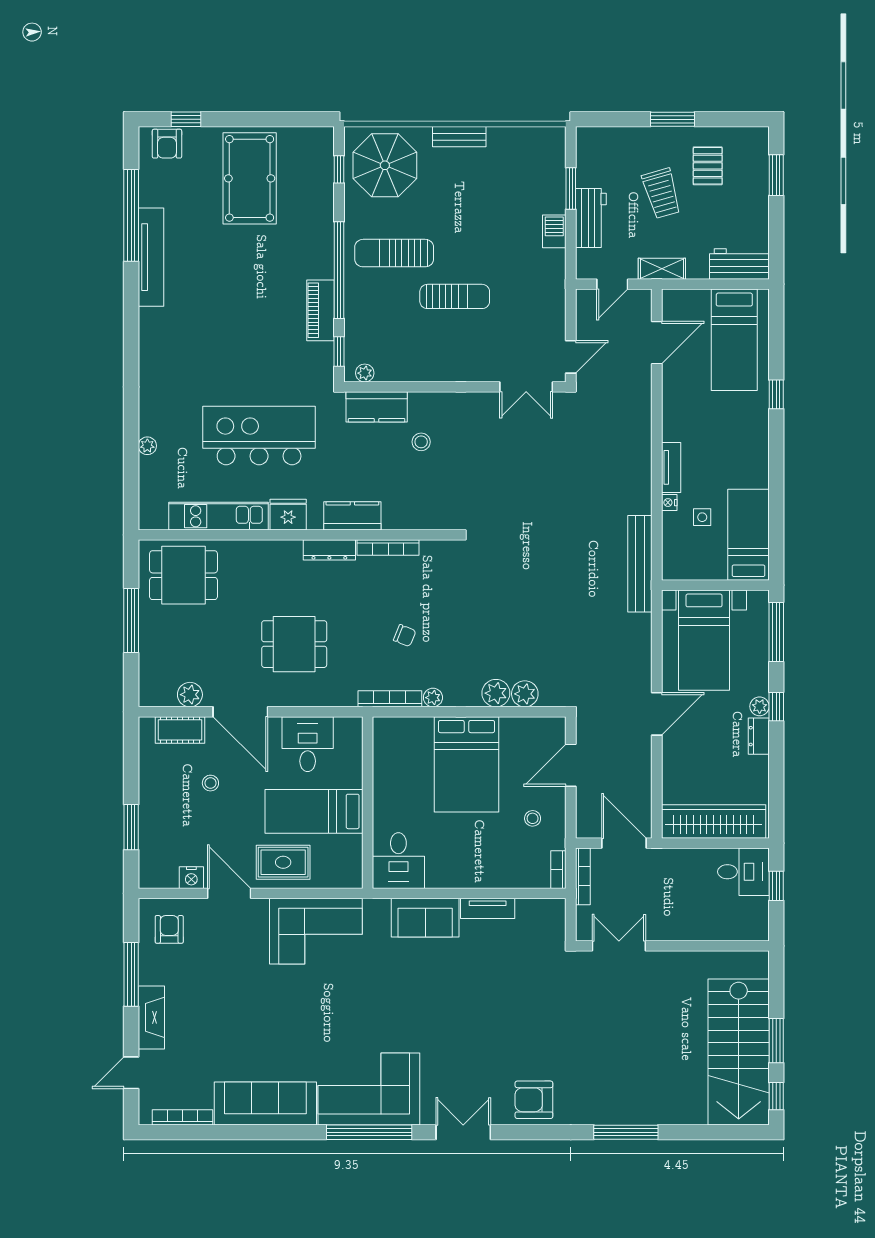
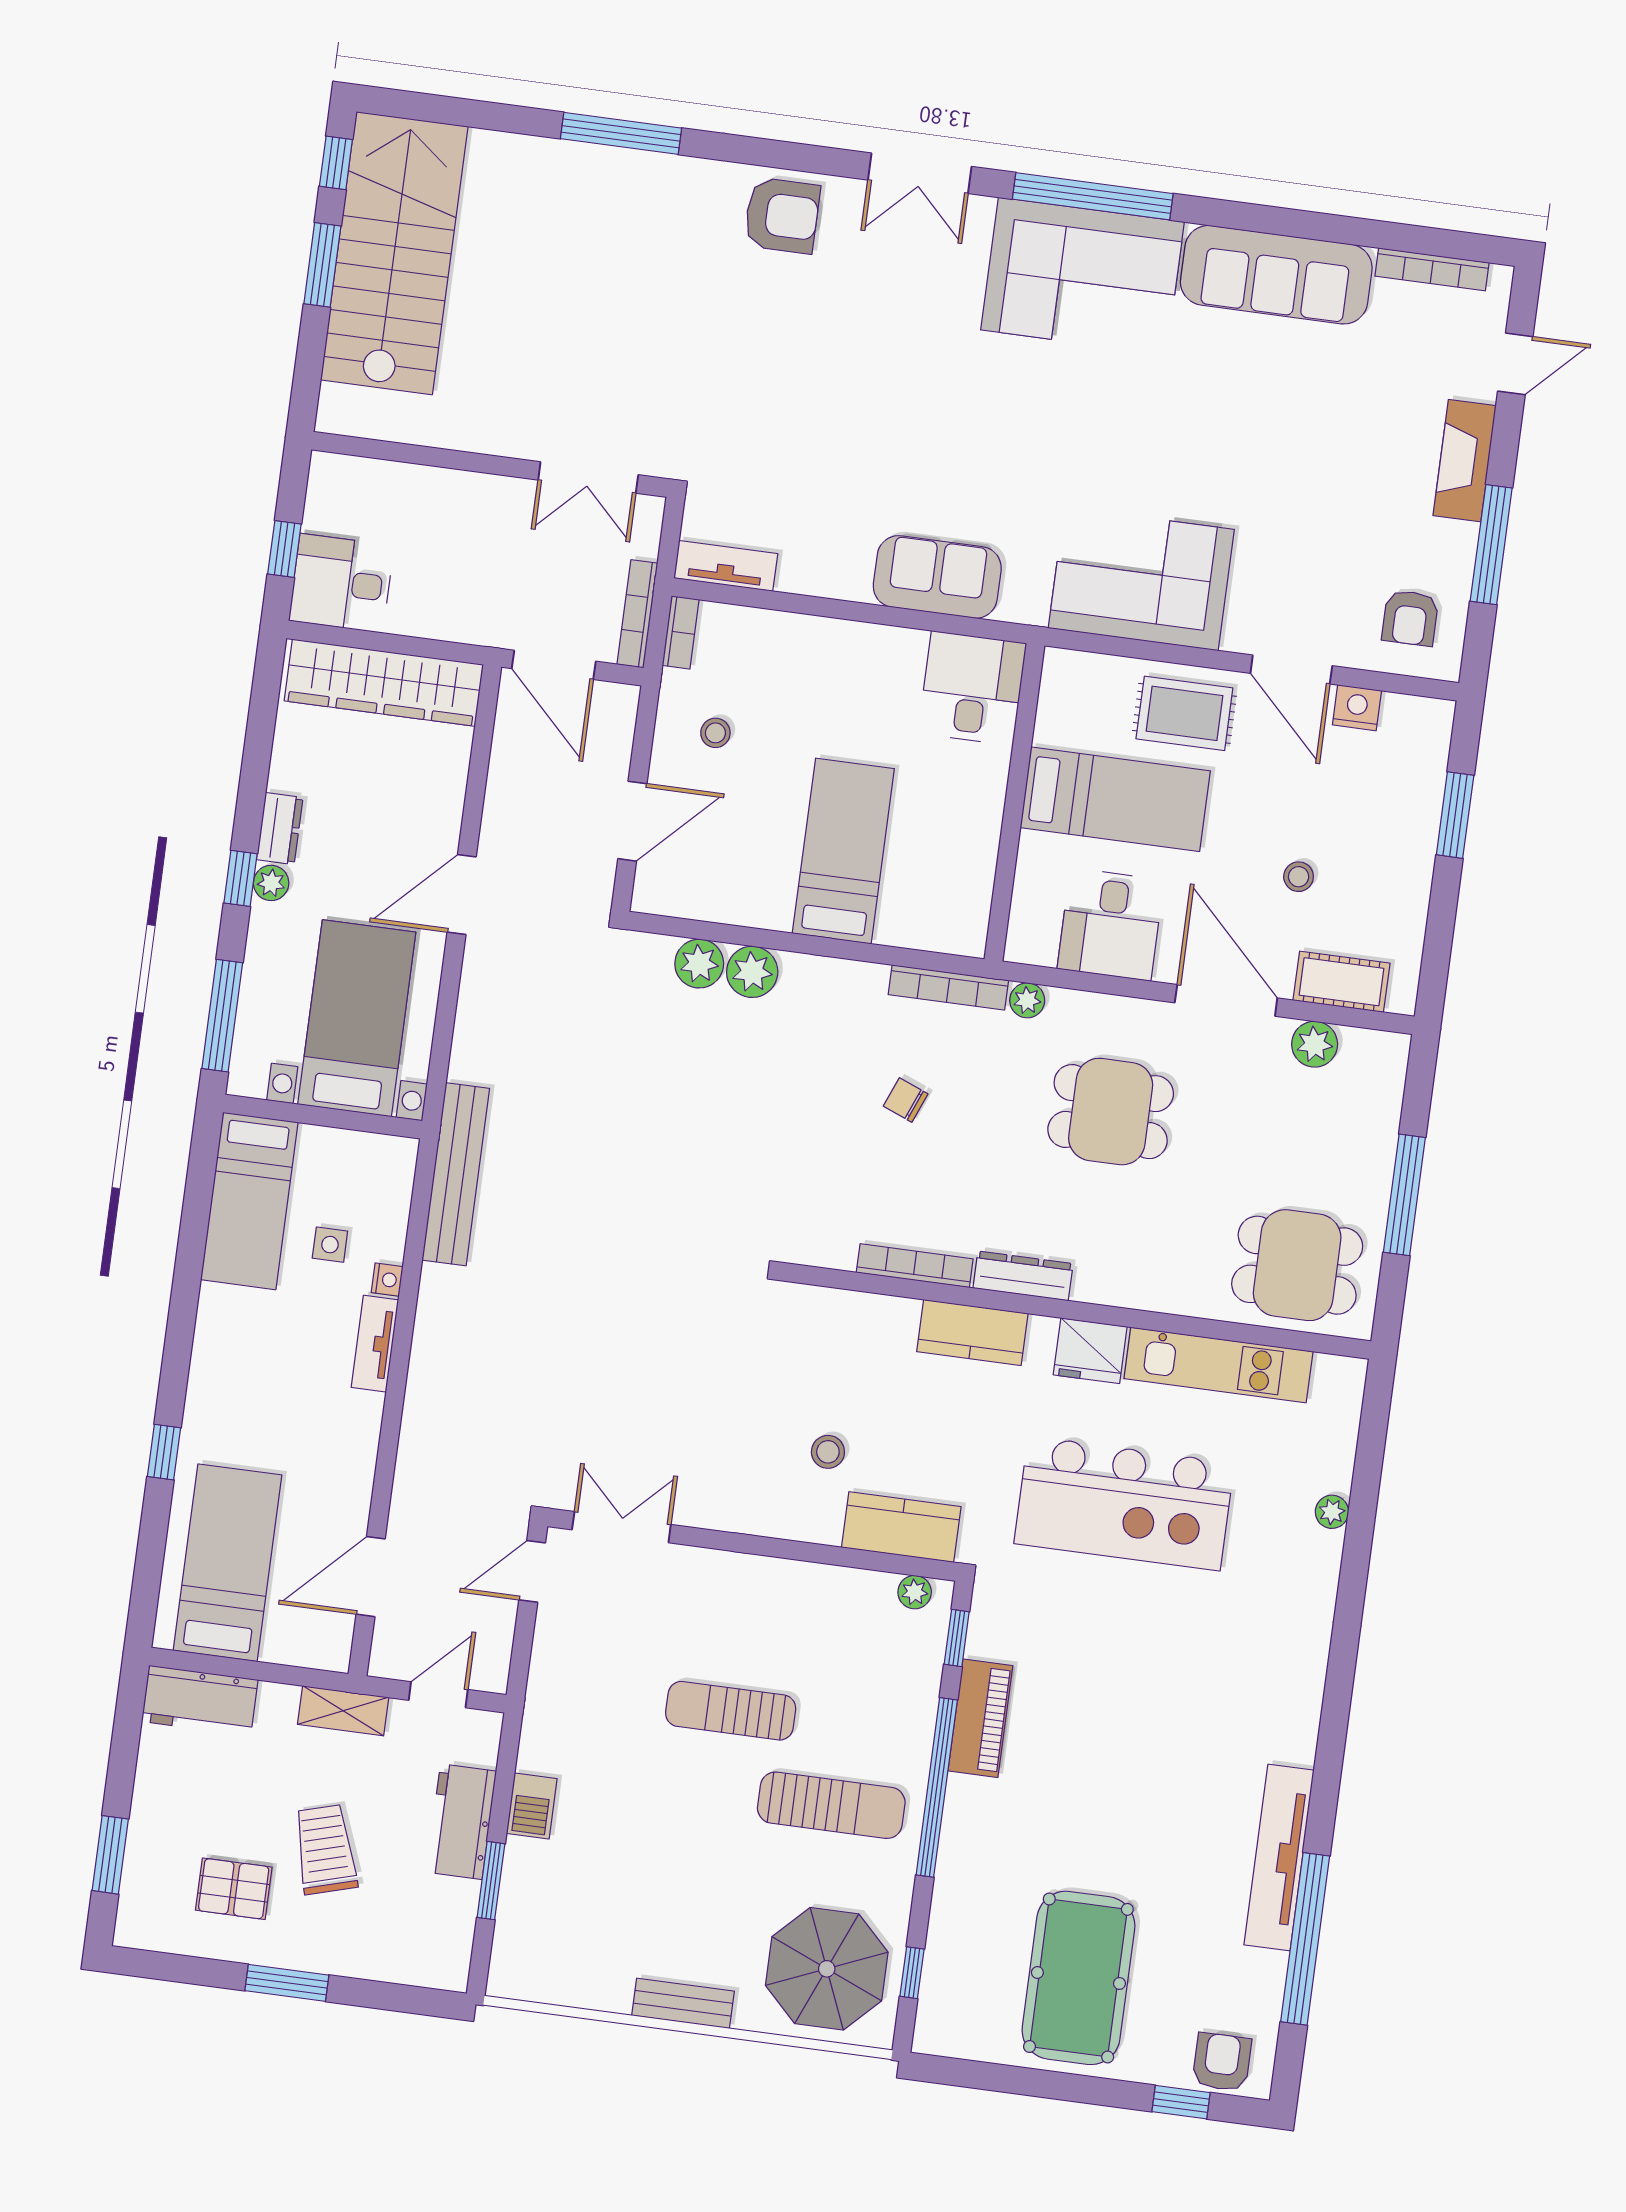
pallet: (708, 166) -> (234, 1889), turned 90
plant: (433, 698) -> (1027, 1000), moved
bed: (467, 764) -> (843, 851), width x0.67
tv unit: (488, 908) -> (726, 566), moved

